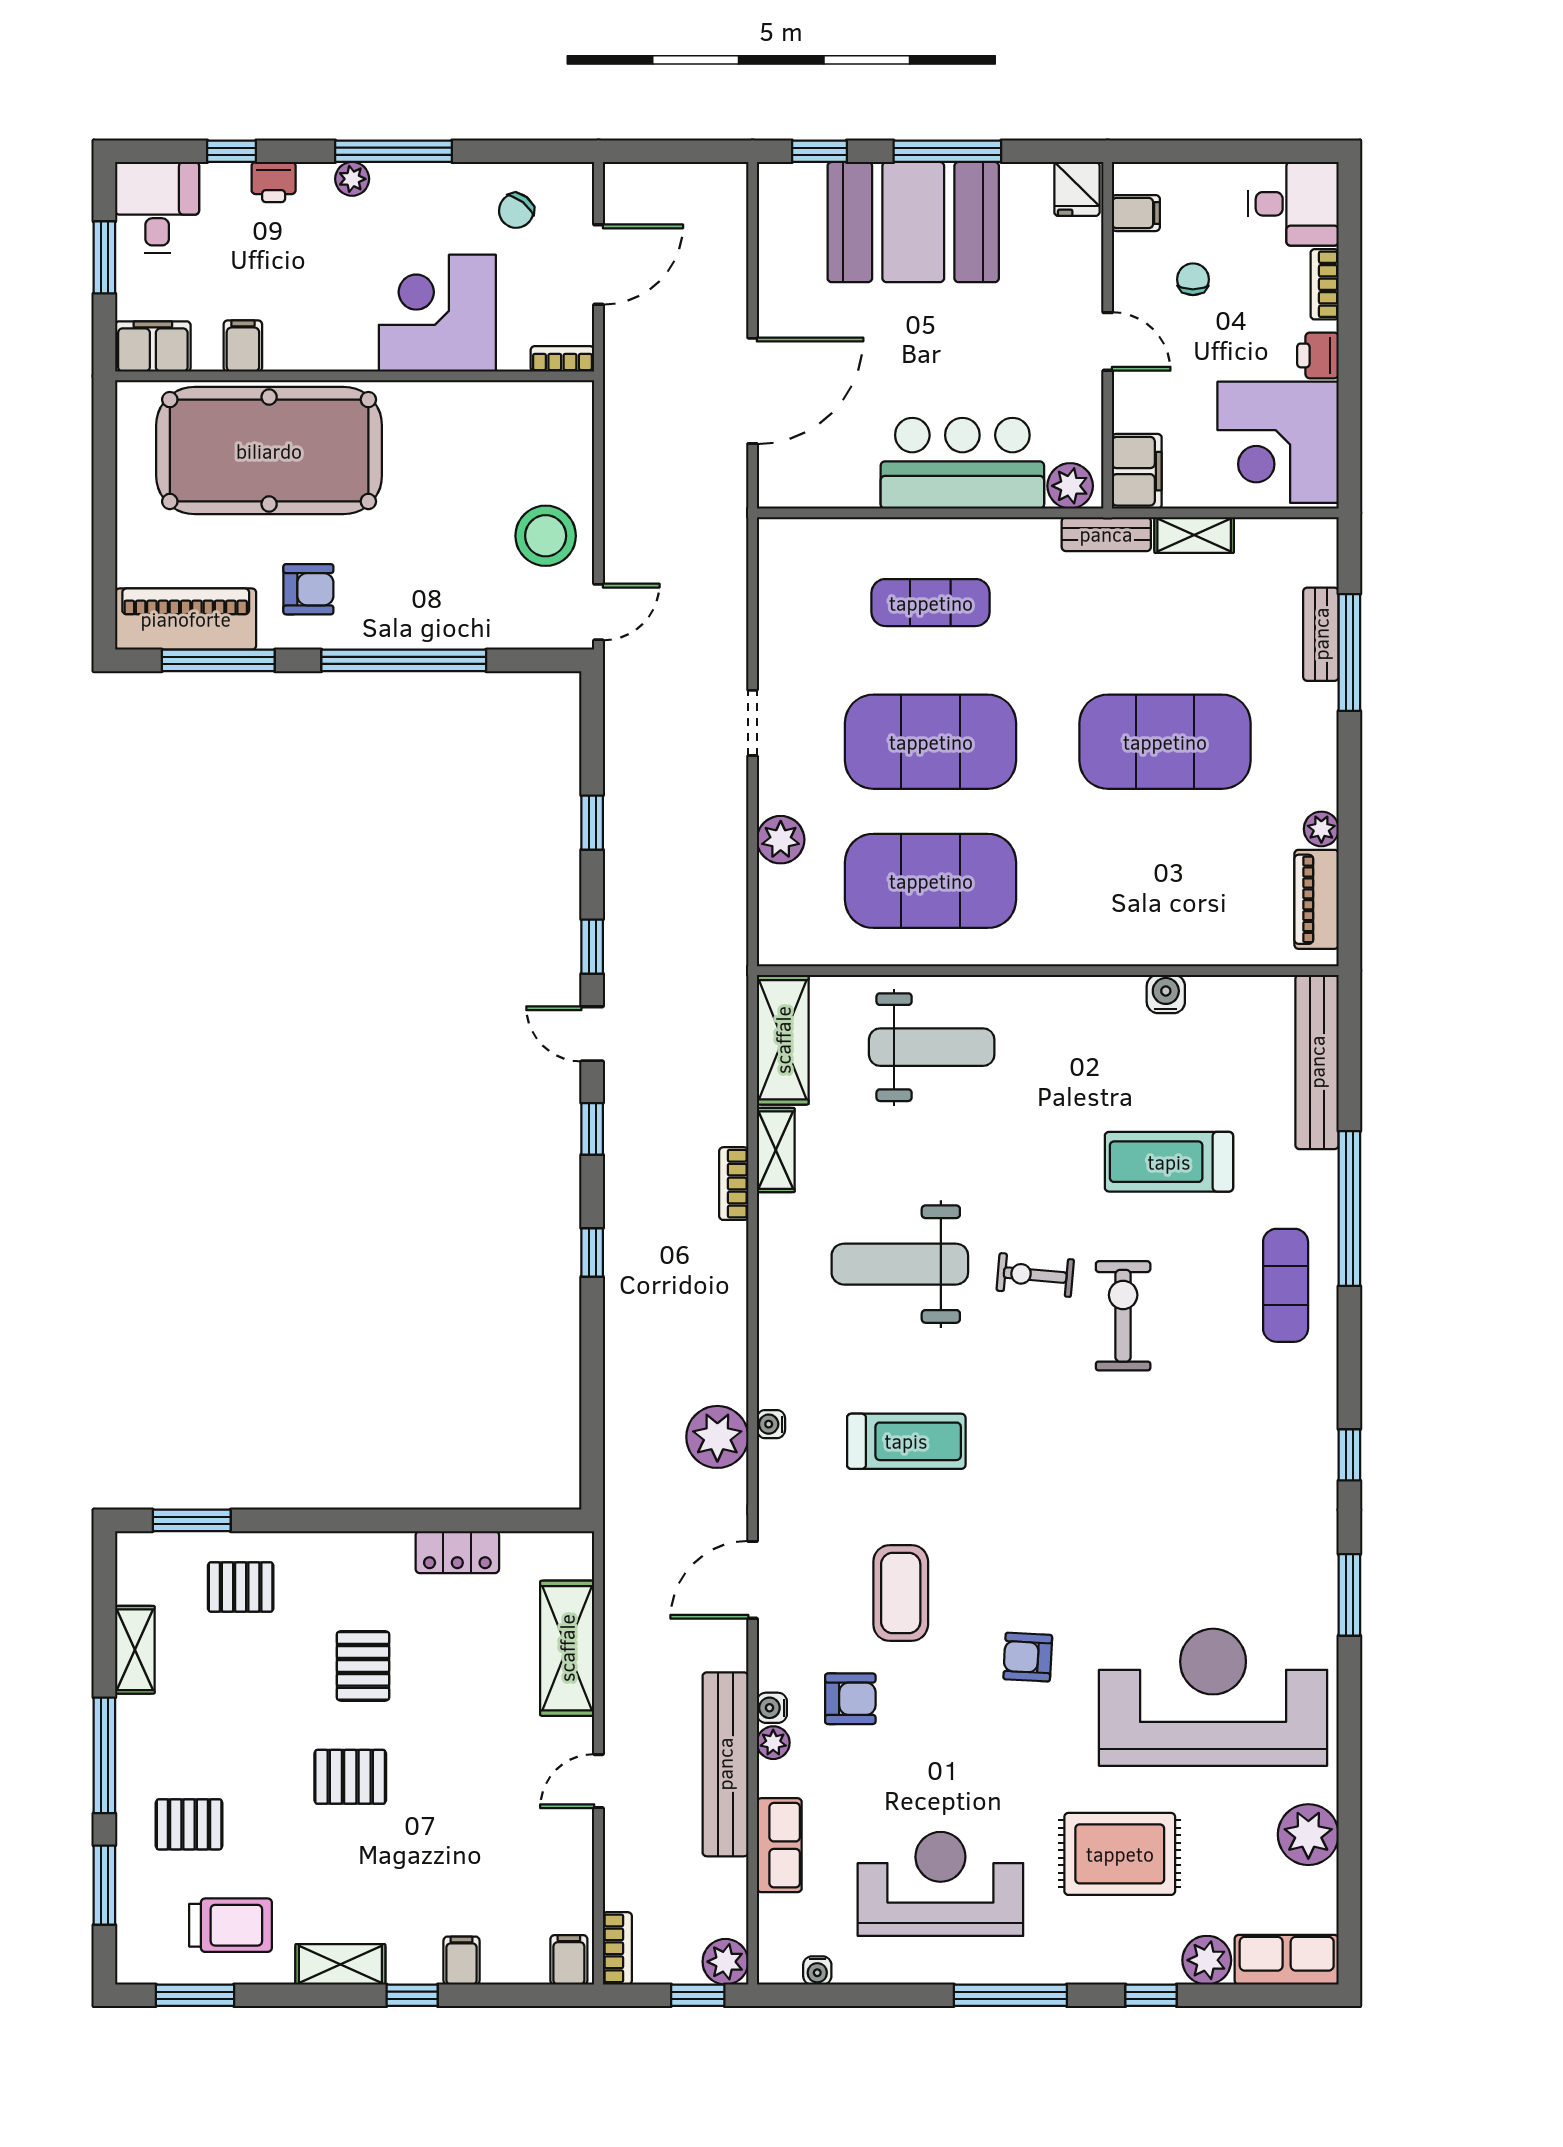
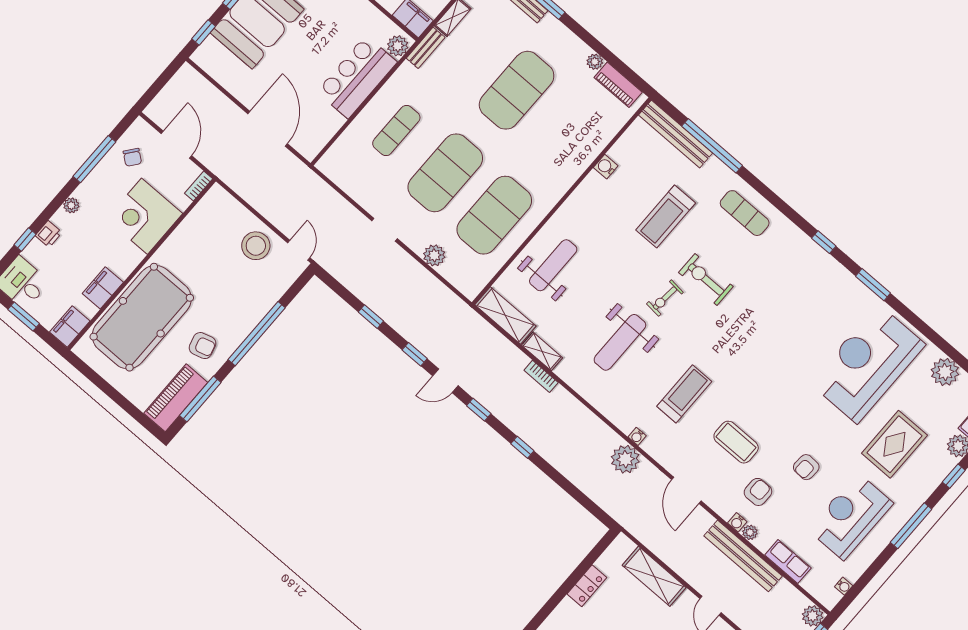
window: (394, 151) -> (94, 159), moved
filing cabinet: (243, 346) -> (103, 288), width x2.00
armchair: (308, 589) -> (203, 346), turned 74
window: (1349, 1209) -> (712, 146), moved
armchair: (1028, 1657) -> (806, 467), moved

